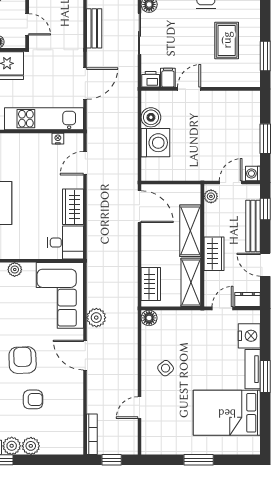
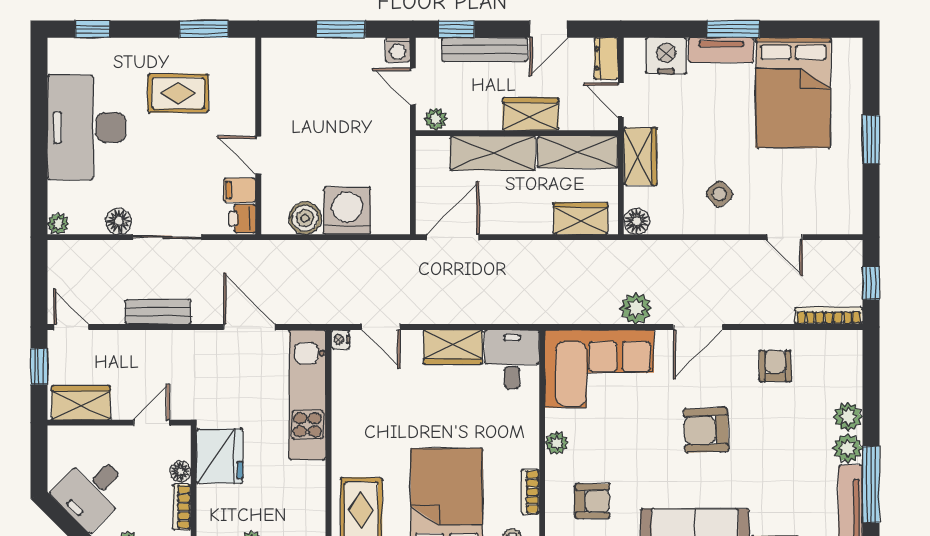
nightstand: (58, 139) -> (340, 339), moved
wardrobe: (188, 320) -> (640, 156), added
armchair: (33, 399) -> (775, 366), moved

